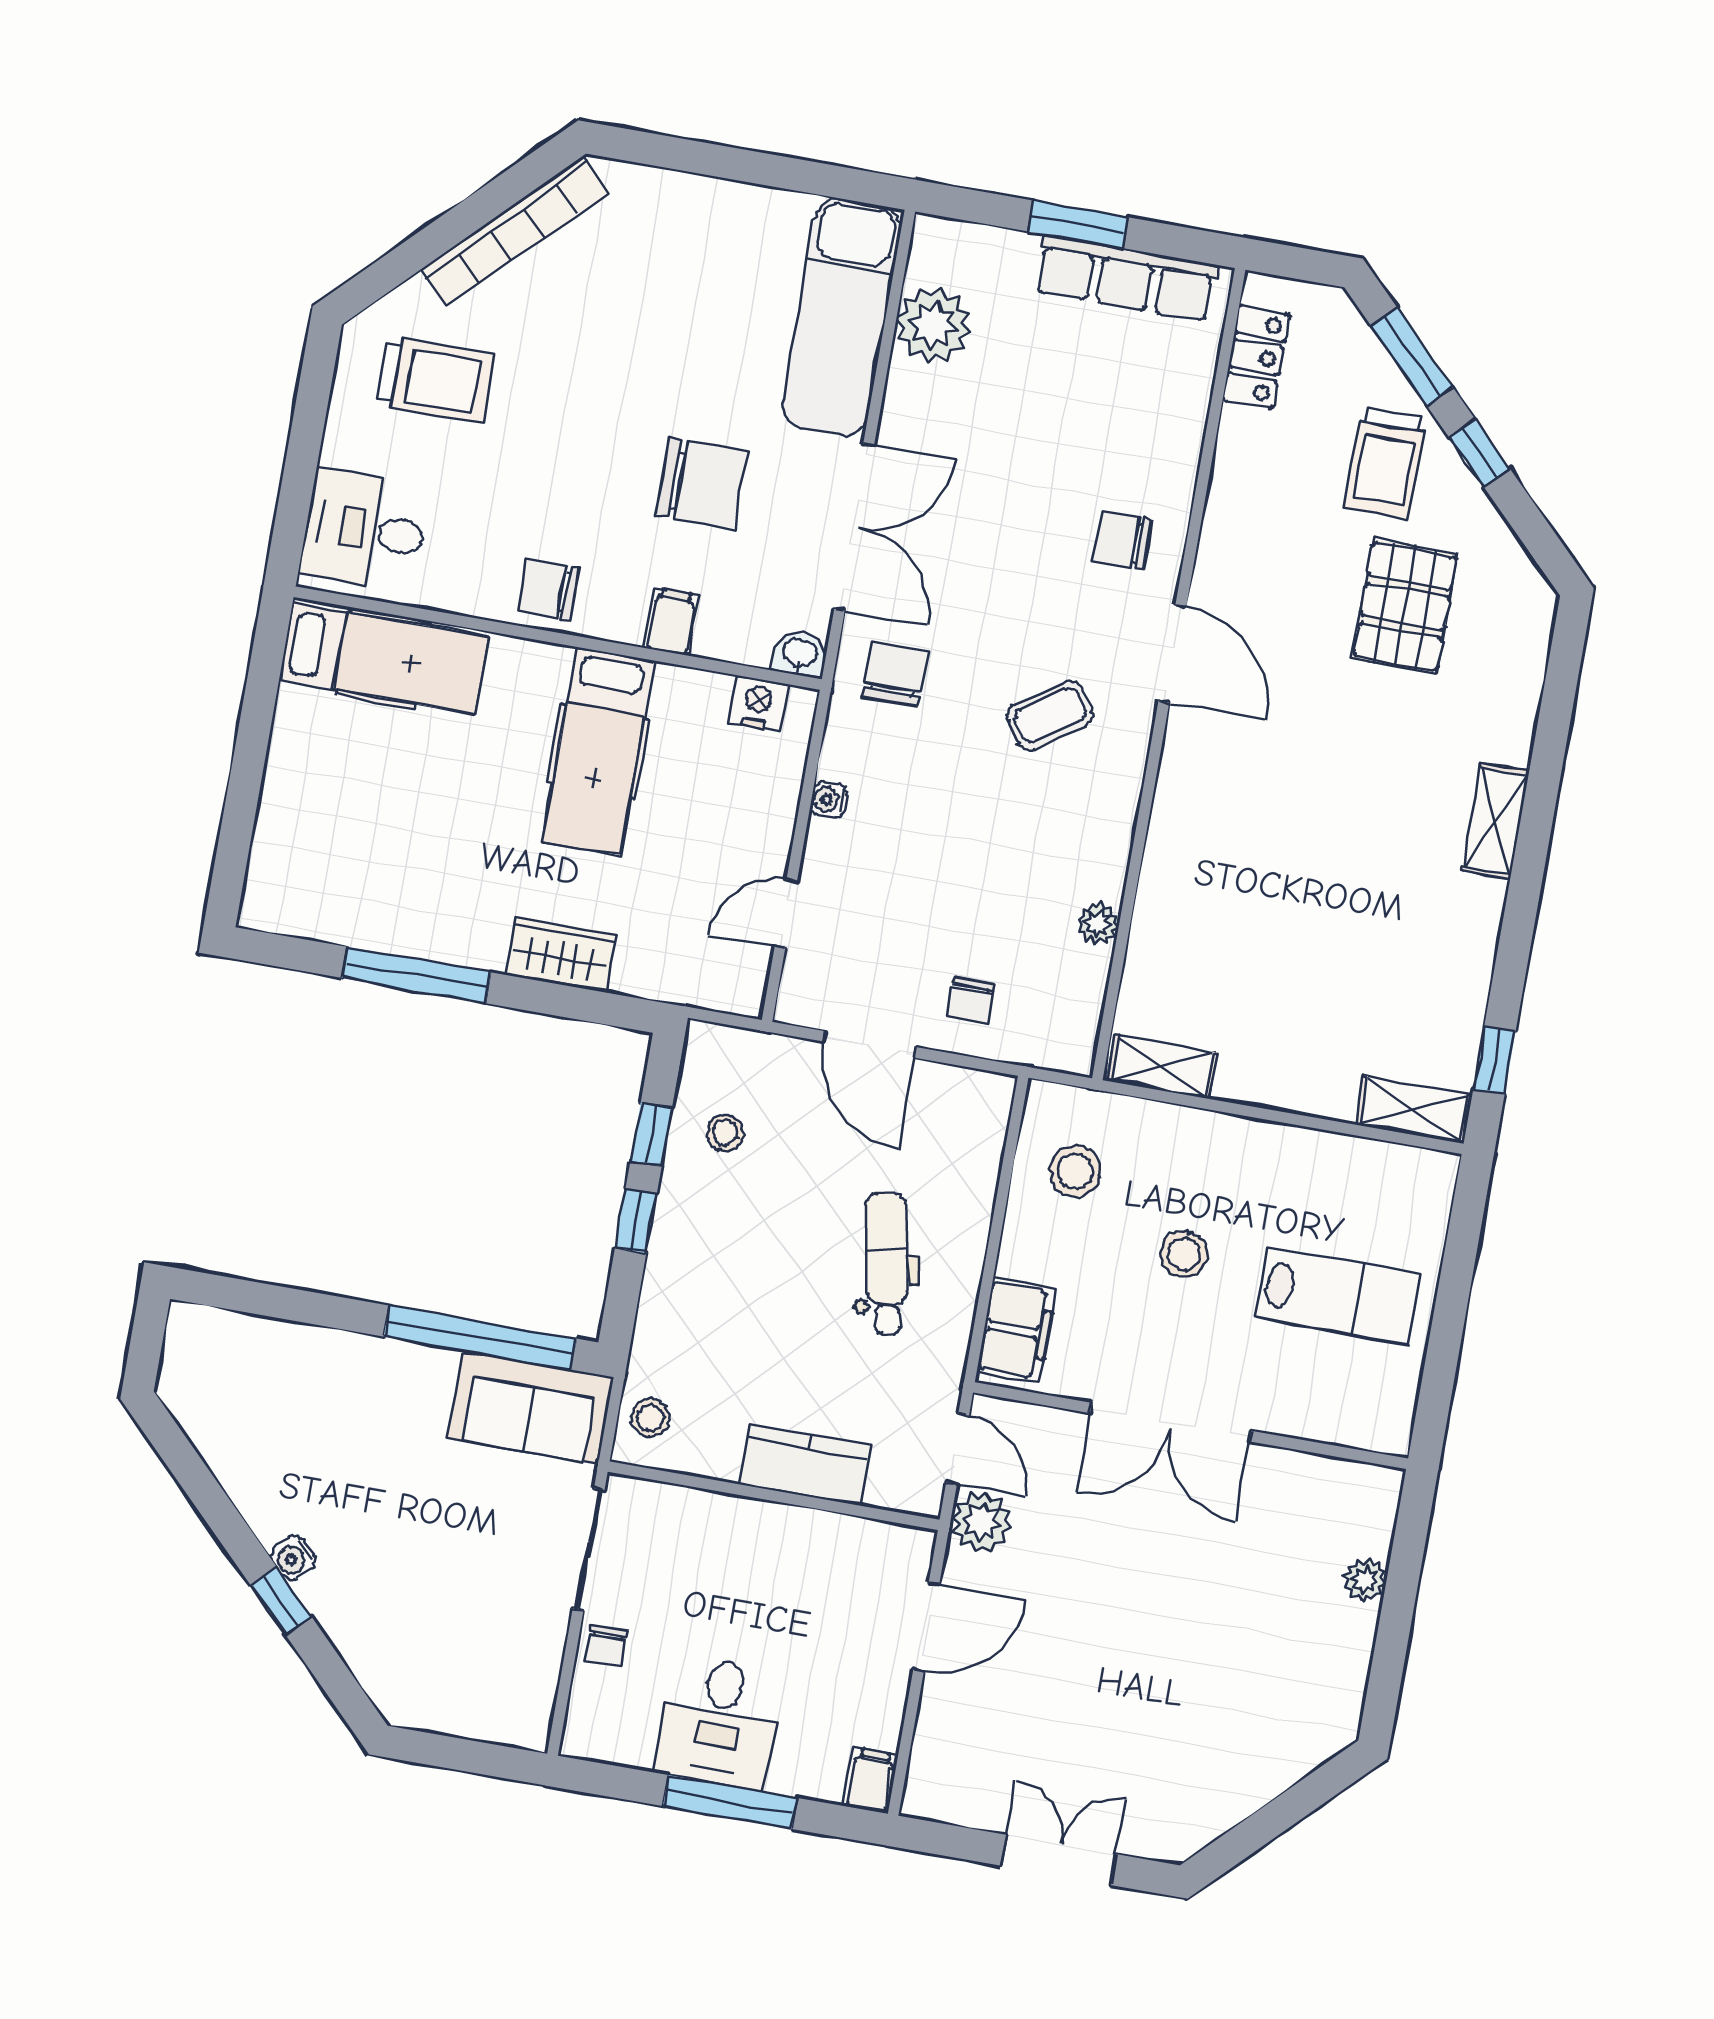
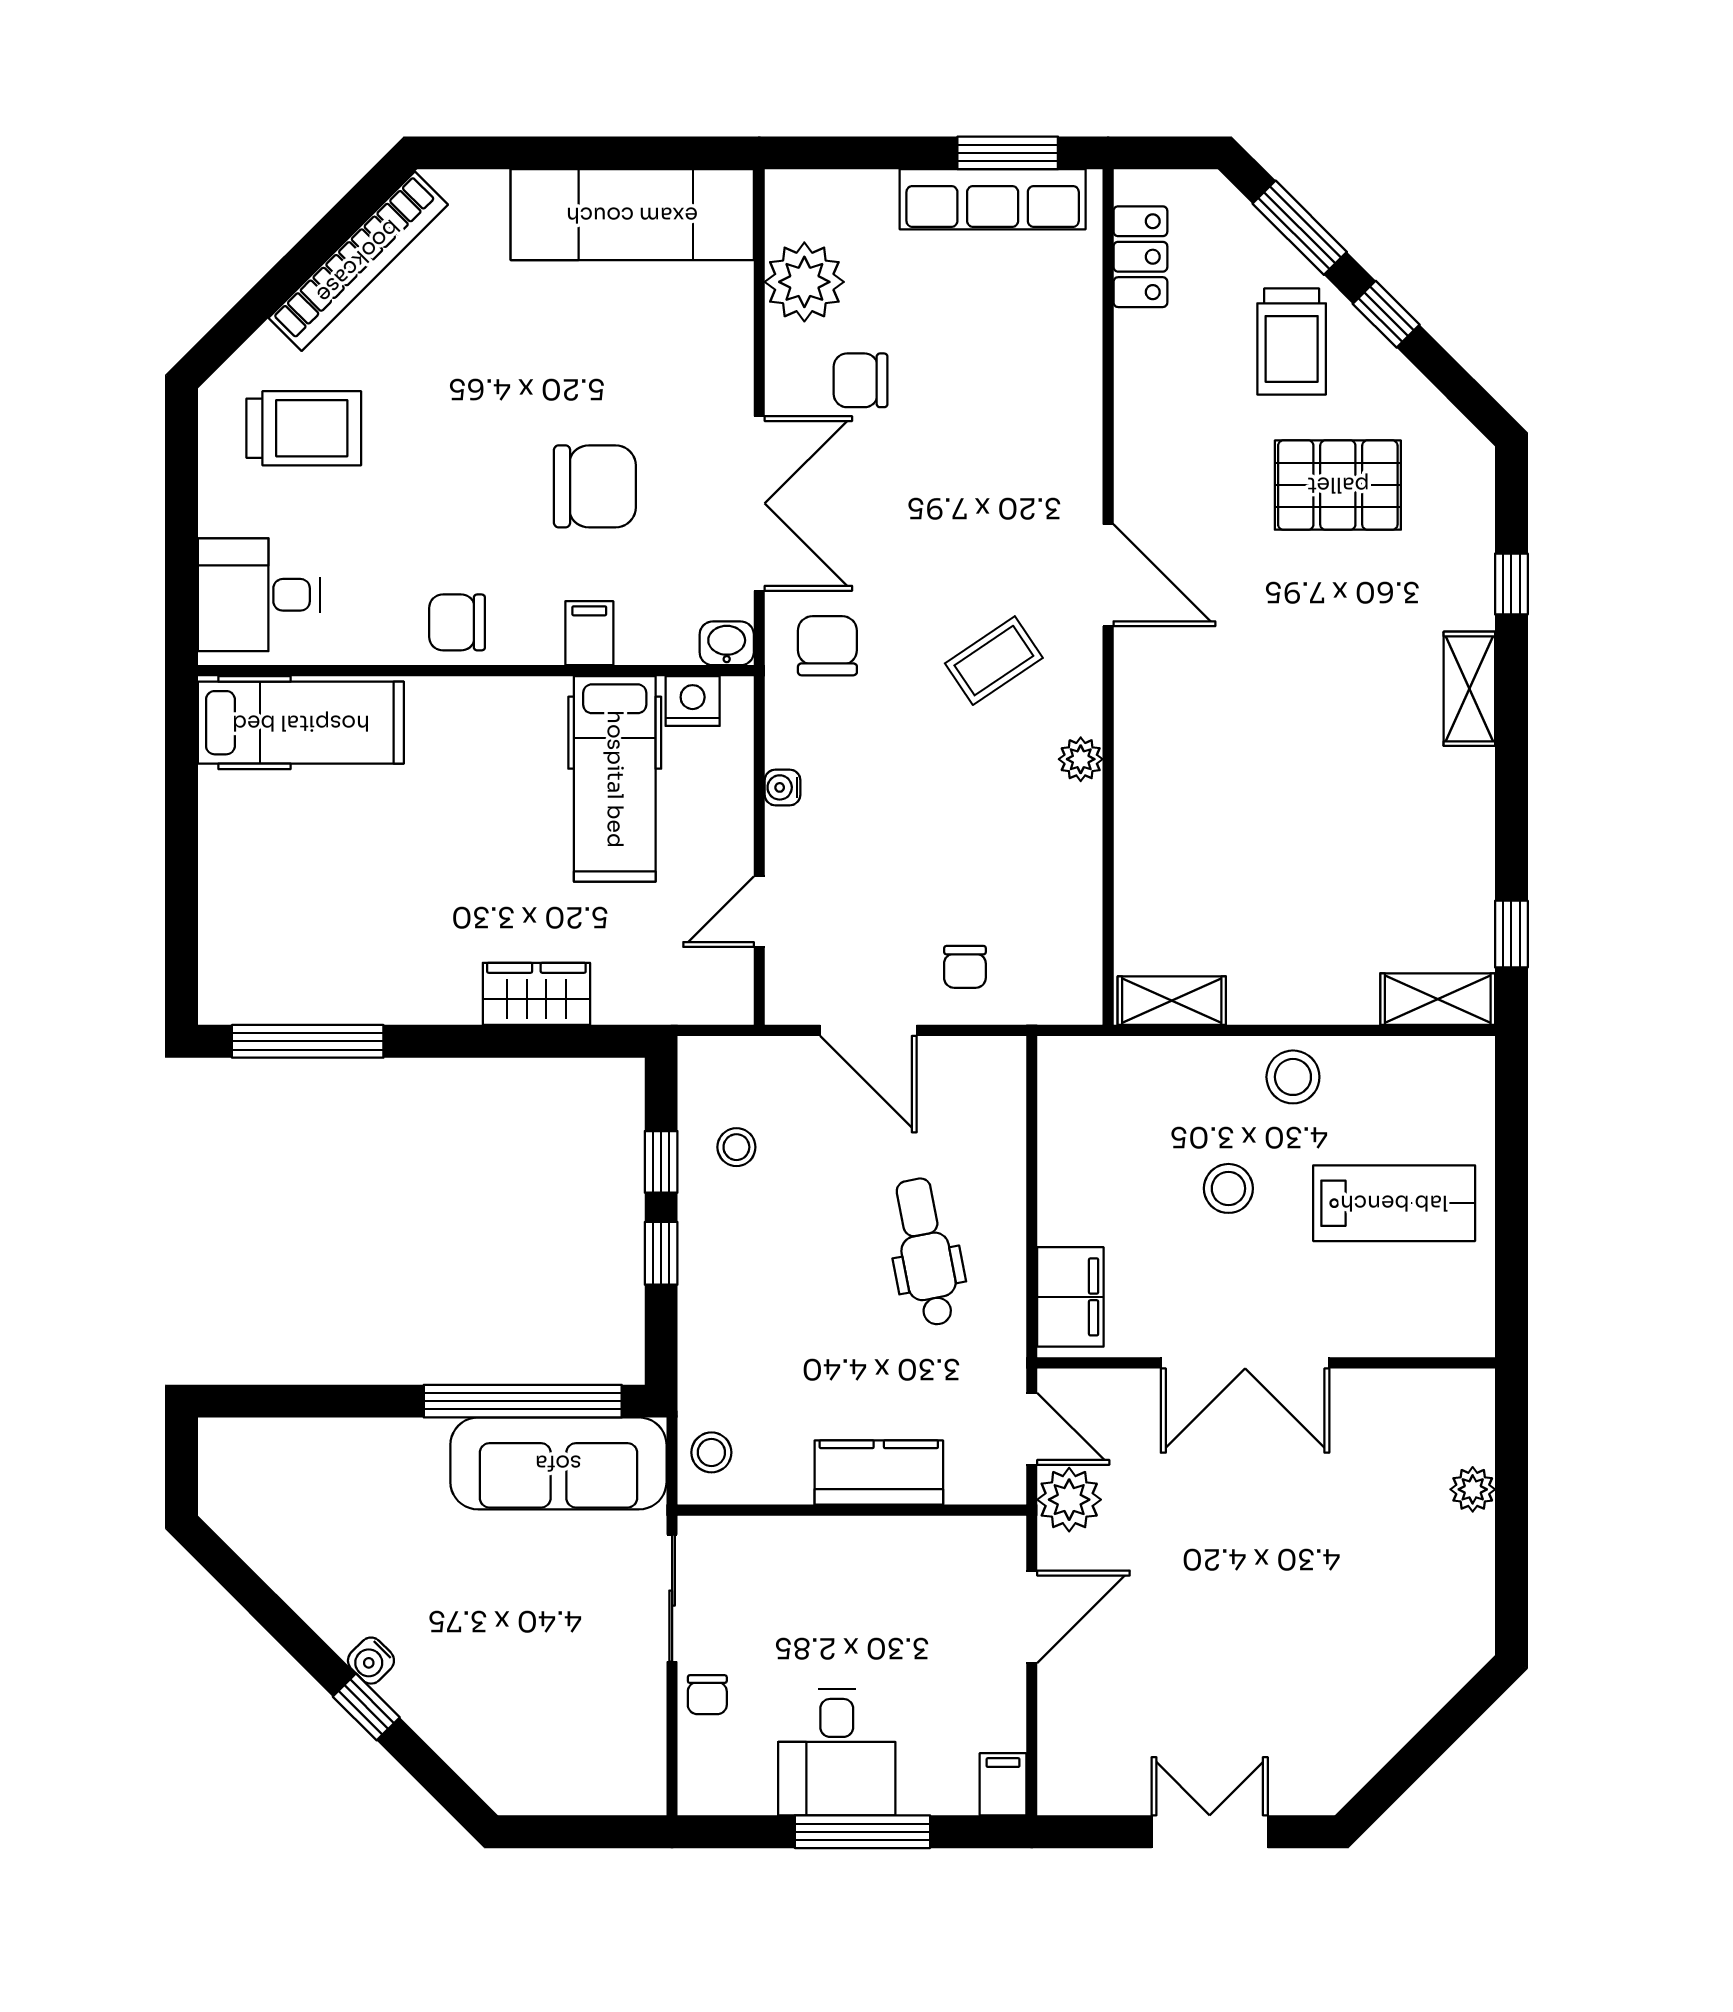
window: (1078, 224) -> (1008, 153), moved
exam couch: (841, 317) -> (632, 215), moved, turned -90
chair: (1122, 540) -> (861, 380), moved
pallet: (1405, 606) -> (1338, 485), turned 90
window: (1553, 729) -> (1511, 584), added
hospital bed: (598, 751) -> (615, 779), moved
plant: (1098, 924) -> (1081, 759), moved
window: (416, 975) -> (308, 1041), moved
stool: (1075, 1171) -> (1293, 1077), moved
sofa: (531, 1407) -> (558, 1463), width x1.36

